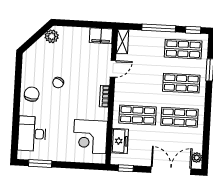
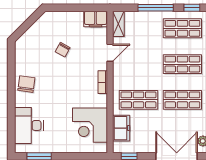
plant: (52, 36) -> (44, 22), removed
chair: (58, 83) -> (63, 50), moved

